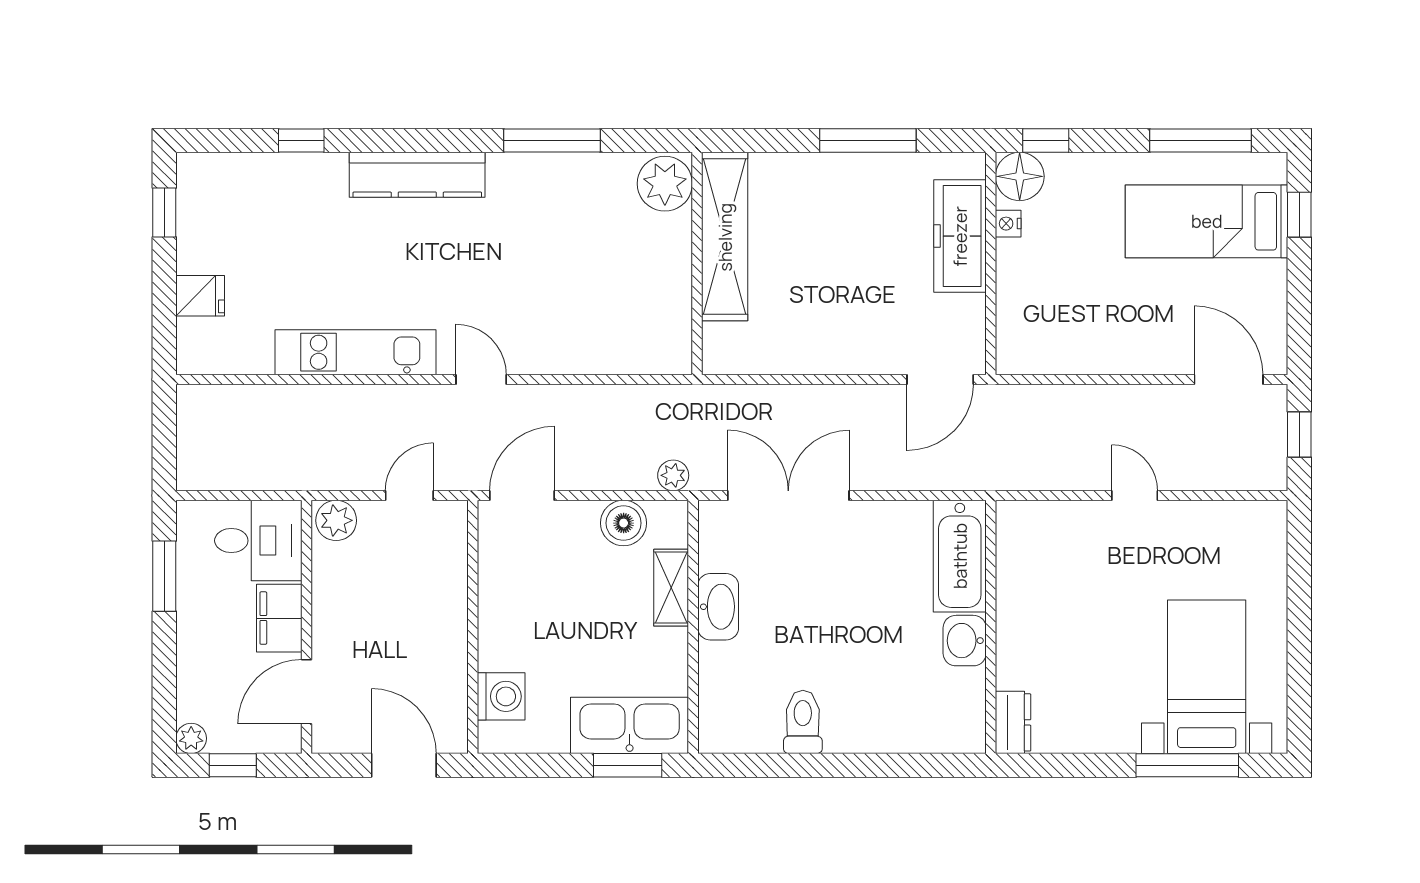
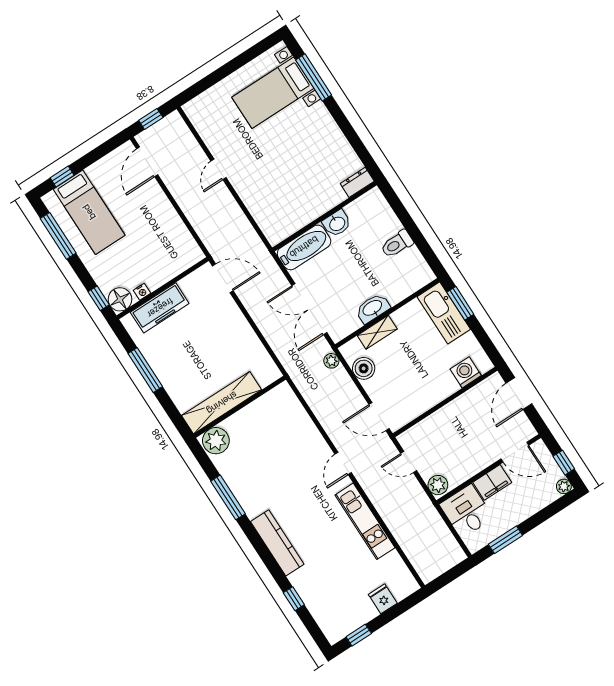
bathtub: (960, 556) -> (304, 247), moved
wall: (991, 627) -> (325, 216), moved
washbasin: (965, 641) -> (337, 223), moved
dresser: (1013, 722) -> (357, 182), moved

